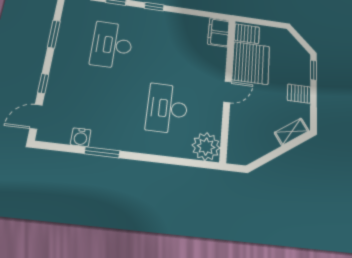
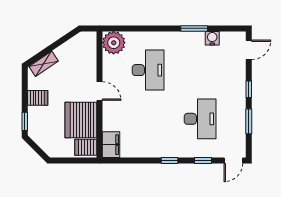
window: (43, 84) -> (249, 89), moved
door: (227, 92) -> (99, 91), swing flipped

